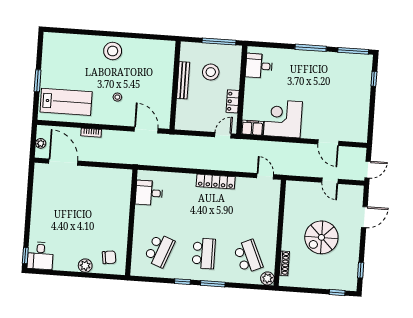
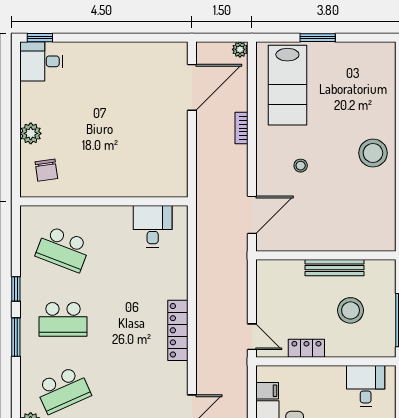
filing cabinet: (252, 128) -> (267, 391), width x0.50
plant: (41, 143) -> (240, 49), moved

